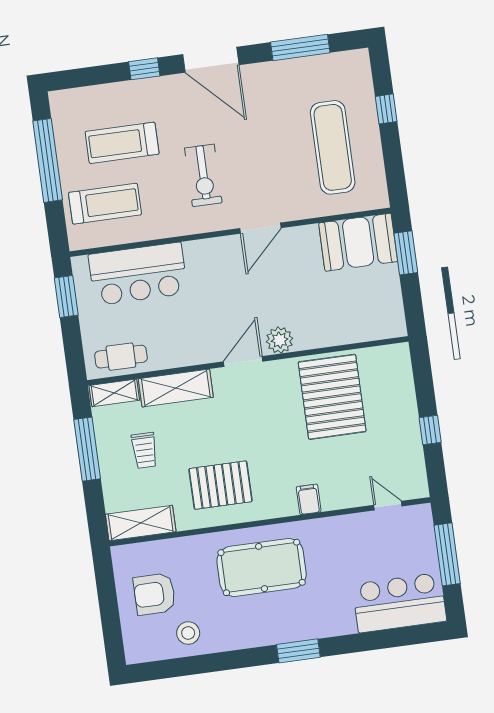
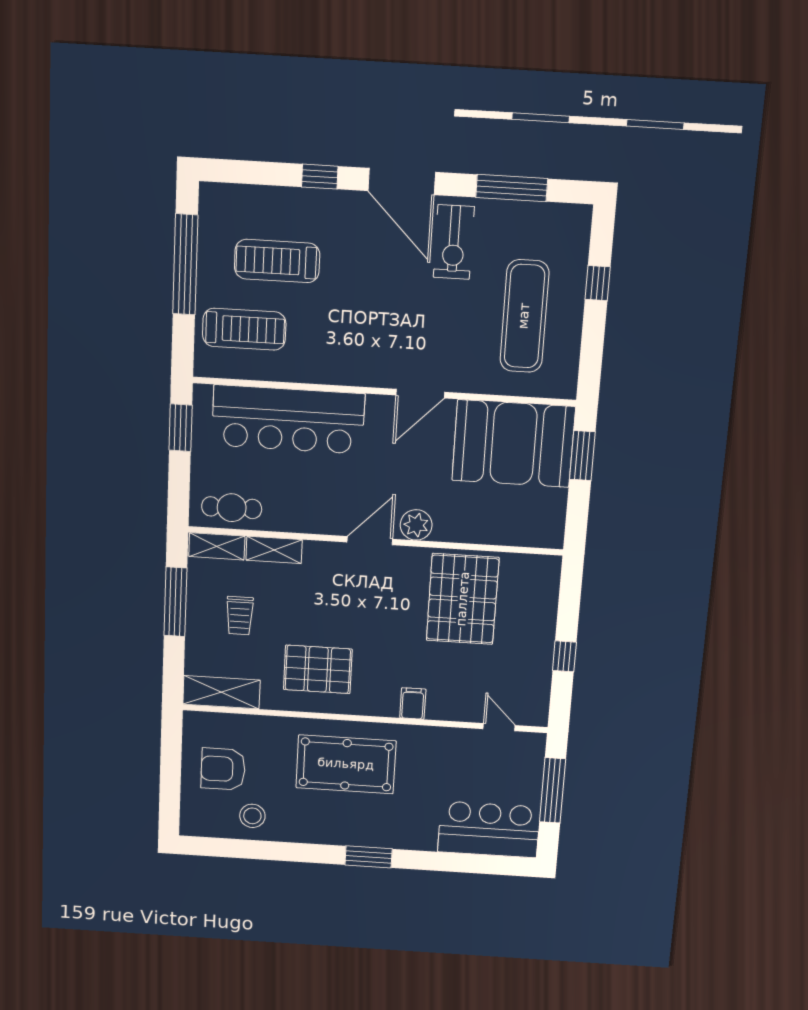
exercise bike: (203, 175) -> (454, 242), moved
booth: (358, 242) -> (513, 444), width x1.36, depth x1.42
bar counter: (138, 274) -> (288, 420), width x1.36
shelving: (176, 388) -> (274, 550), width x0.67, depth x0.75

